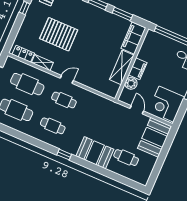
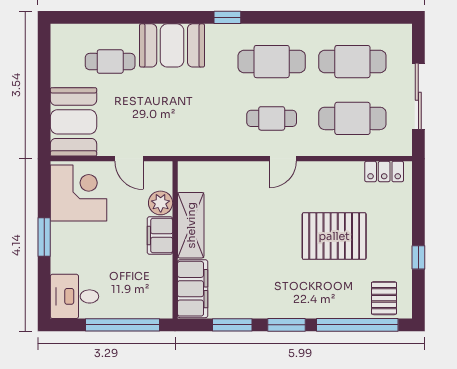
shelving: (42, 63) -> (342, 170), removed
cafe table: (53, 126) -> (272, 62), width x1.37, depth x1.35

